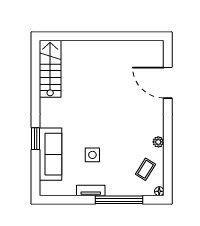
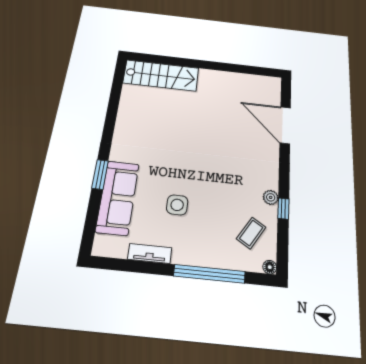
stairs: (50, 69) -> (161, 75), moved, turned 90
window: (168, 149) -> (283, 209), added
tv unit: (91, 190) -> (150, 253), moved

